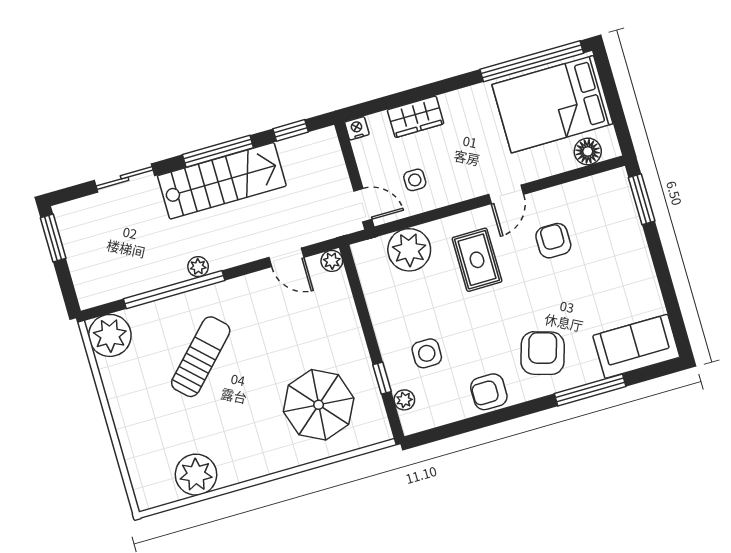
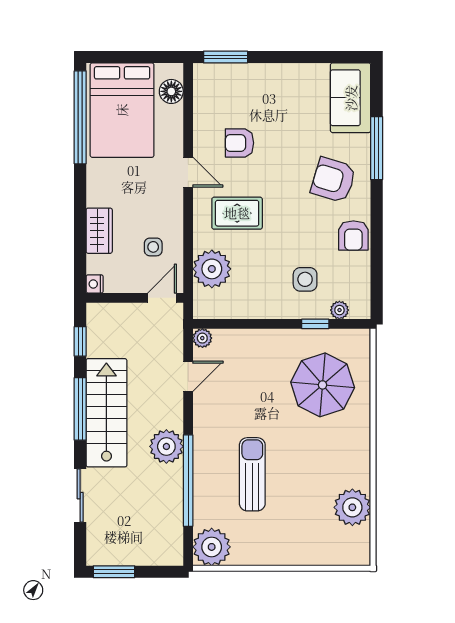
plant: (198, 267) -> (166, 446), width x1.87, depth x1.87
sun lounger: (201, 357) -> (252, 474), turned 46

